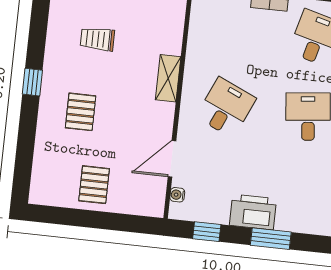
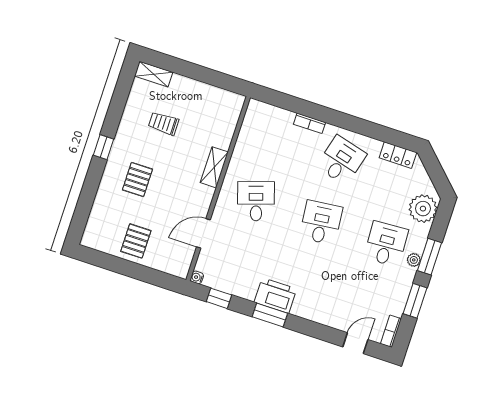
desk: (226, 108) -> (256, 201), turned -42
water cooler: (177, 195) -> (197, 277), moved
printer: (253, 212) -> (275, 296), moved

